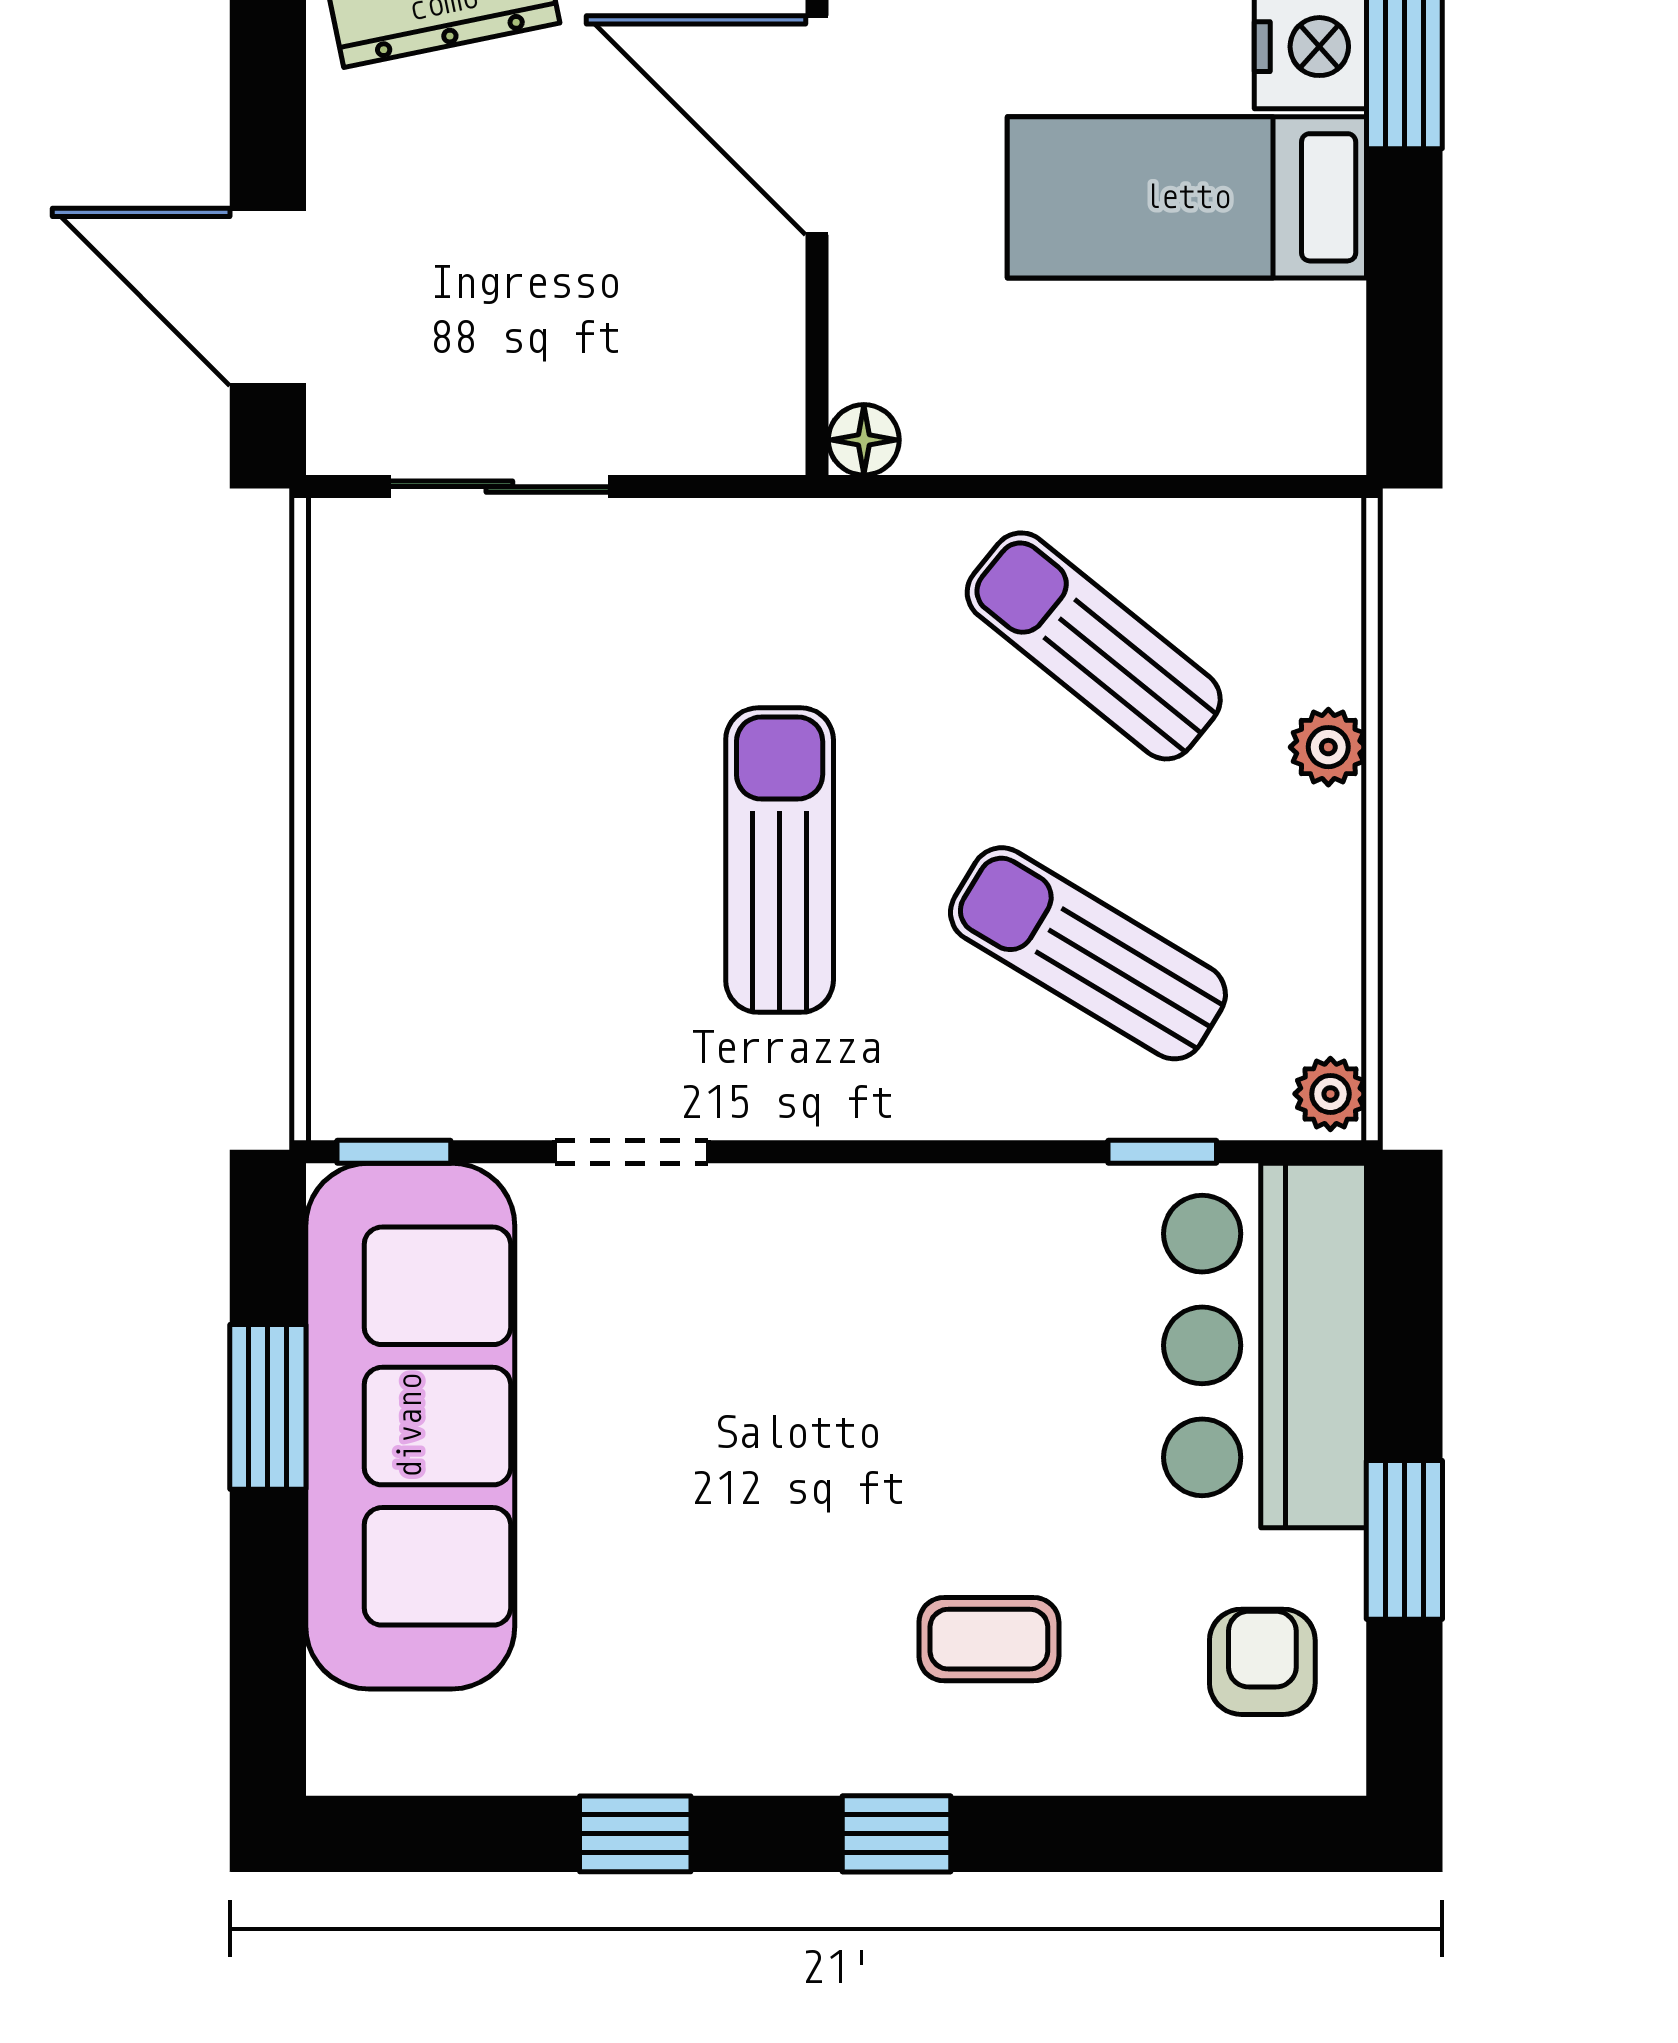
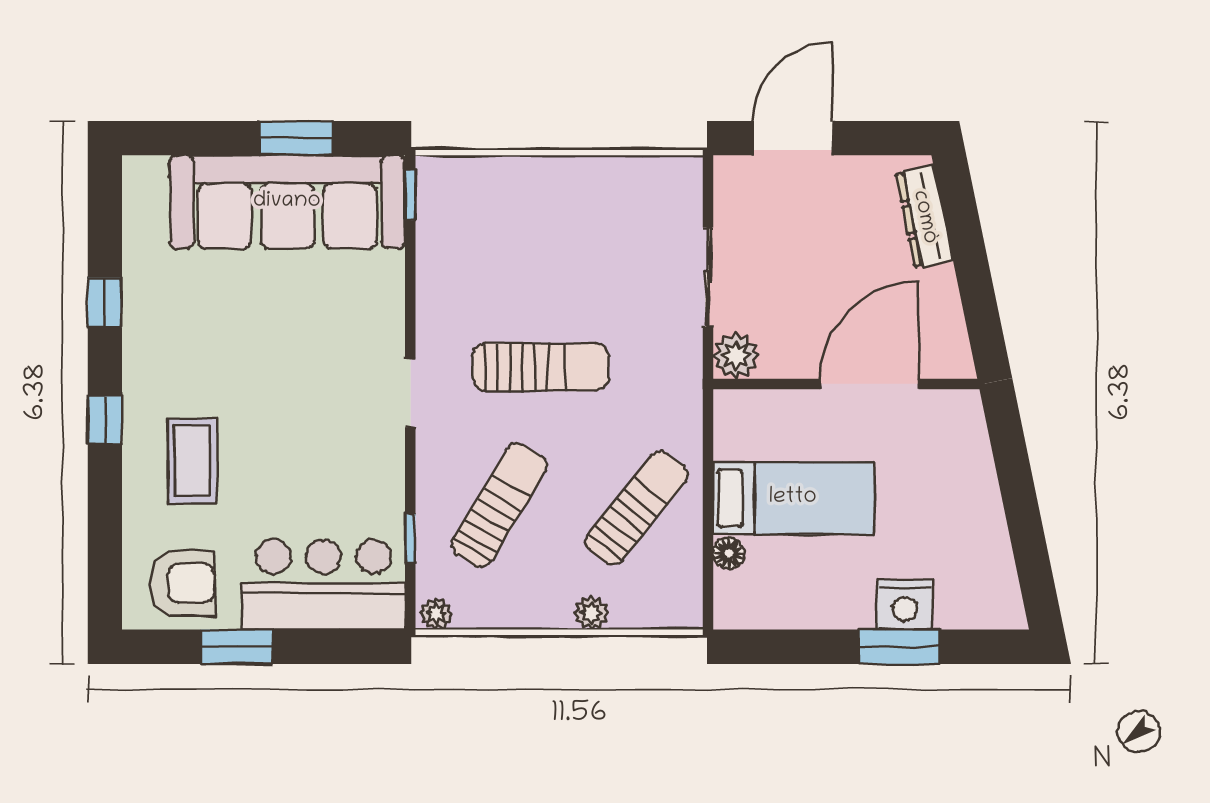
bed: (1187, 197) -> (793, 498), moved, turned 90
plant: (753, 424) -> (736, 355), added
floor lamp: (864, 440) -> (729, 553), moved
sliding door: (499, 487) -> (708, 277), moved
doorway: (632, 1152) -> (410, 393), moved
coffee table: (989, 1639) -> (192, 461), width x1.36, depth x1.30
armchair: (1262, 1662) -> (182, 583), width x1.38, depth x1.38

